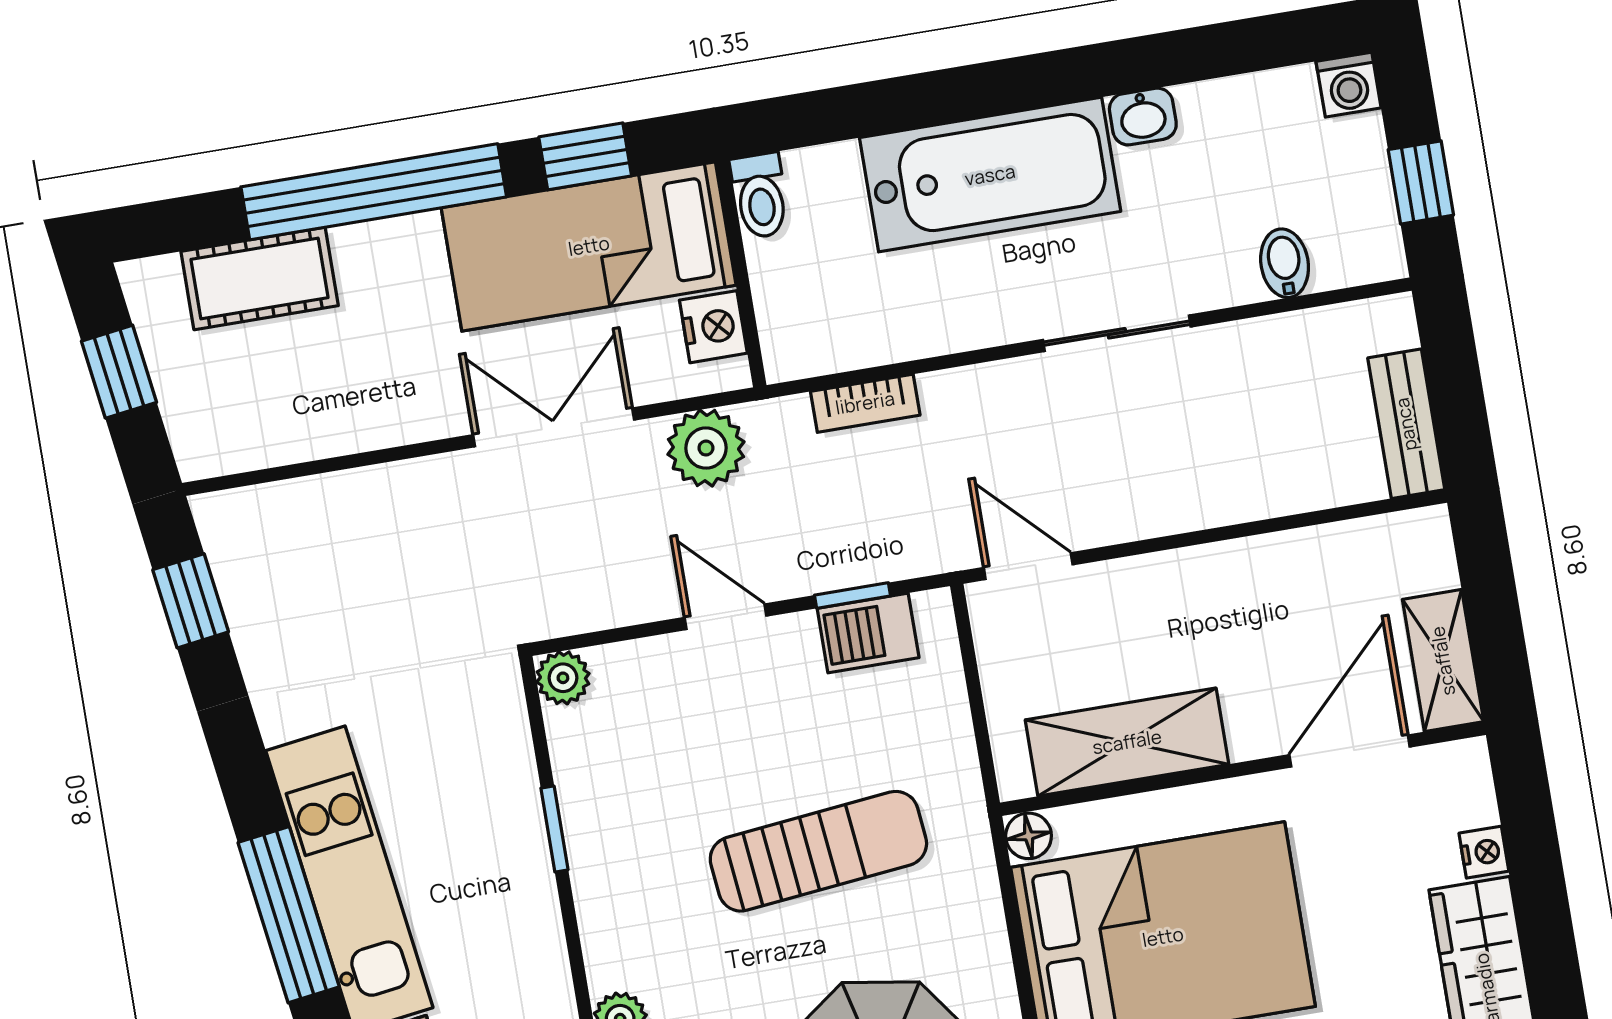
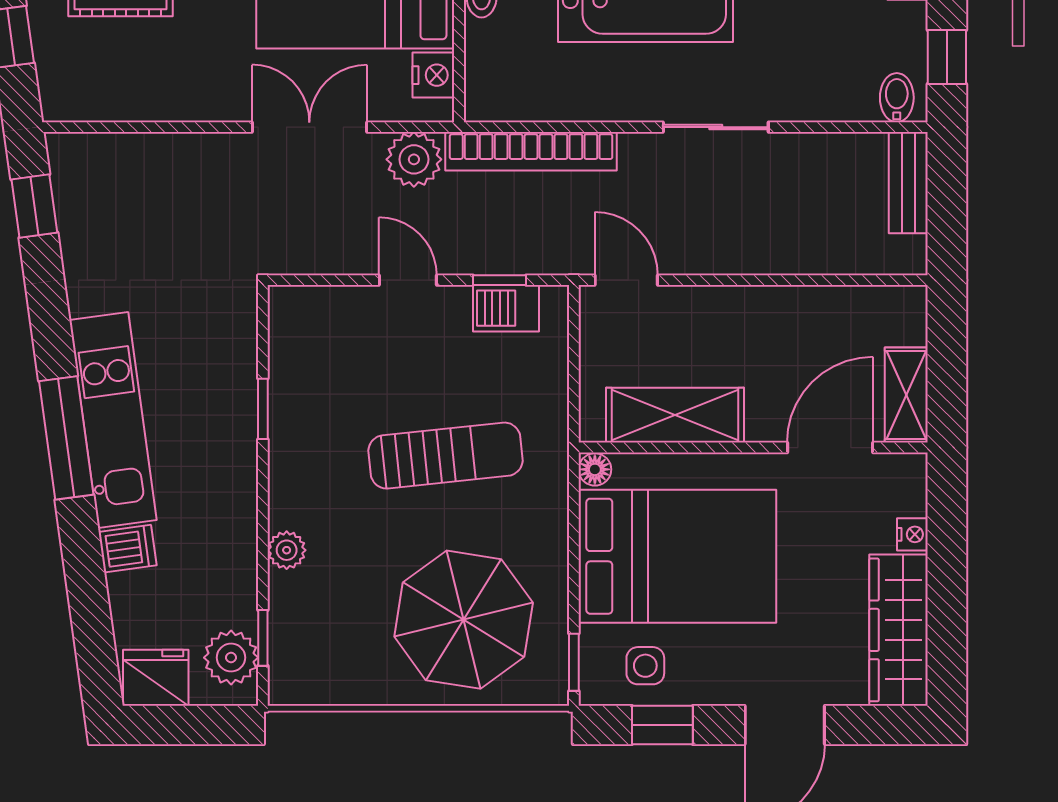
bidet: (1285, 263) -> (897, 98), moved
bookcase: (865, 403) -> (531, 151), width x2.31, depth x1.31
bench: (1406, 424) -> (908, 183), moved
plant: (563, 678) -> (287, 304), removed

